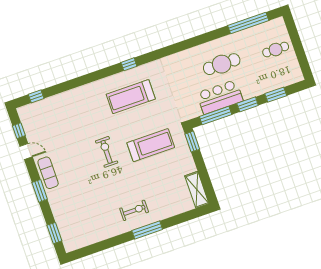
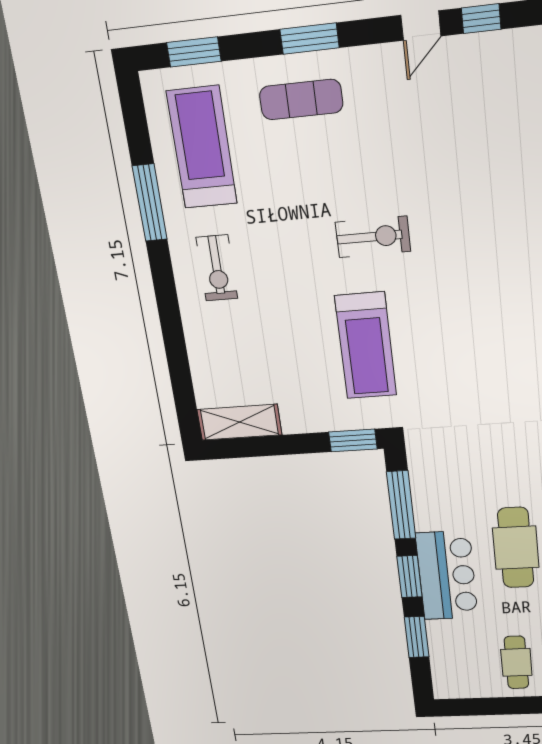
treadmill: (131, 97) -> (202, 148), moved
bar counter: (220, 97) -> (447, 576), moved
exercise mat: (48, 173) -> (301, 100), moved
window: (147, 230) -> (150, 203), moved

